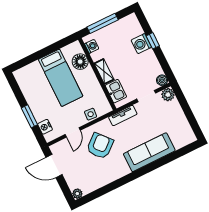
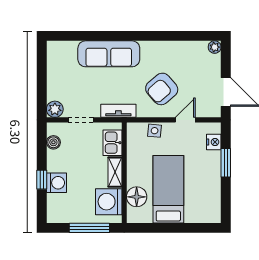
washing machine: (92, 46) -> (109, 202), width x1.89, depth x1.89
boiler: (162, 80) -> (53, 142), moved

